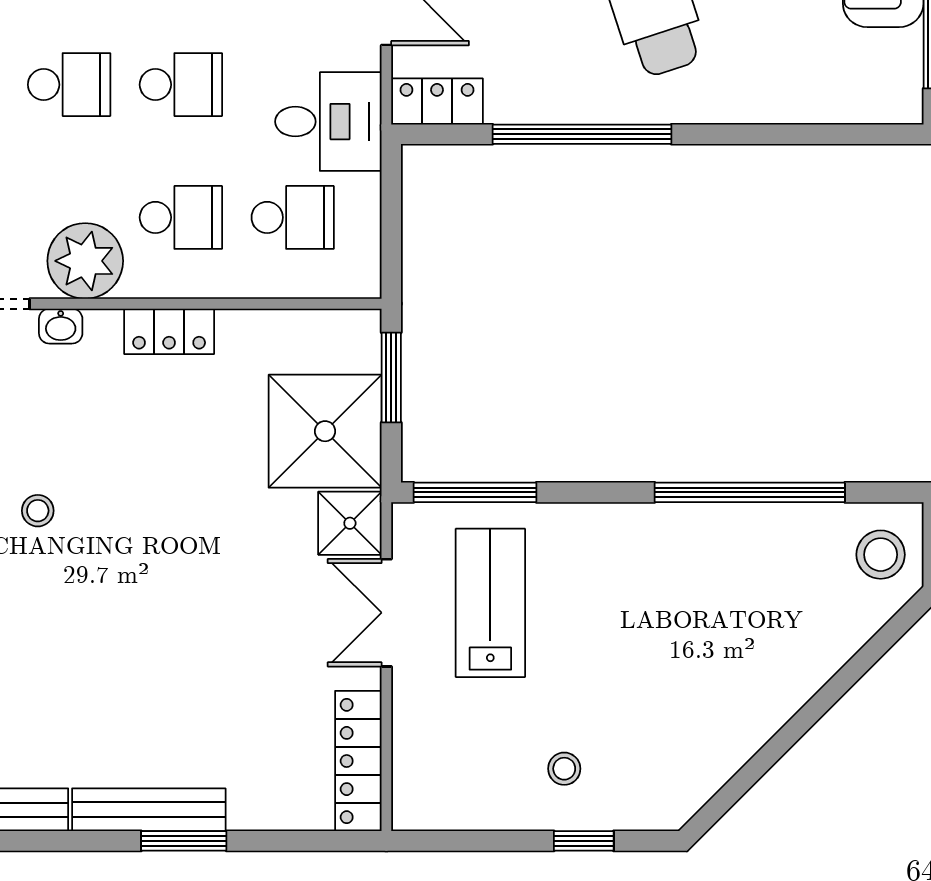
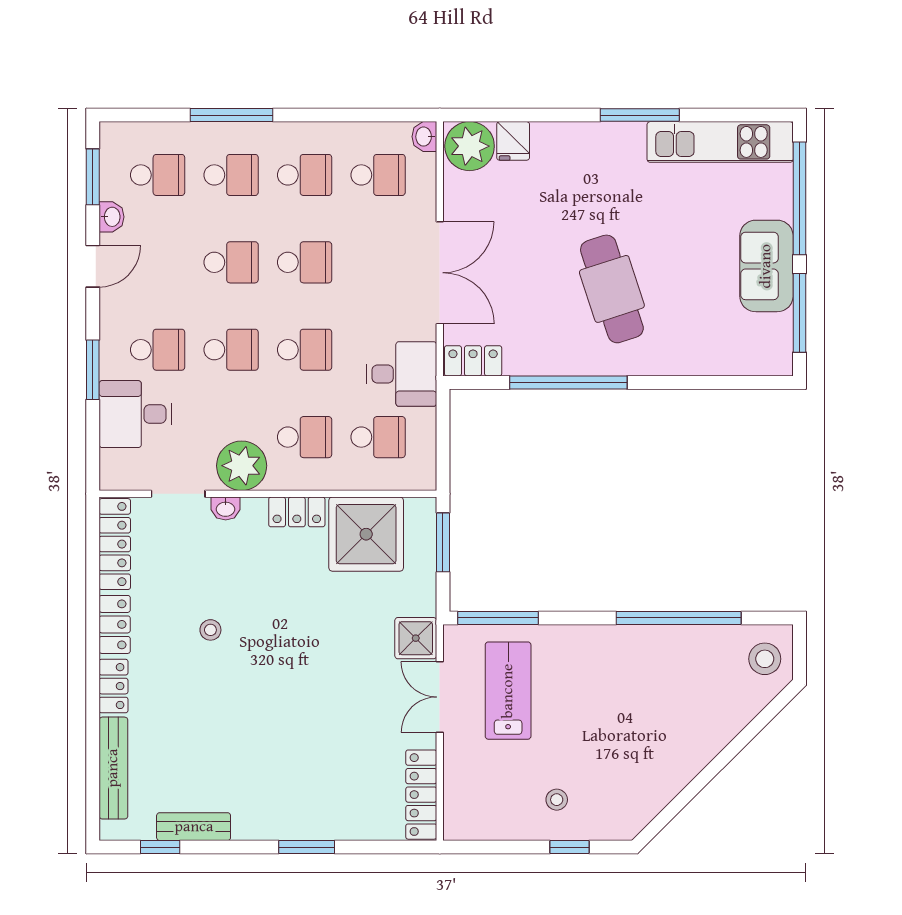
shower: (325, 431) -> (366, 534), moved
bench: (149, 810) -> (283, 827), removed

